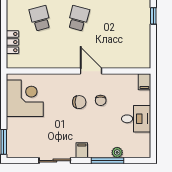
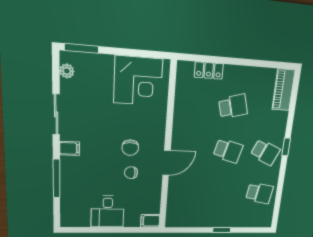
plant: (117, 152) -> (67, 71), moved

